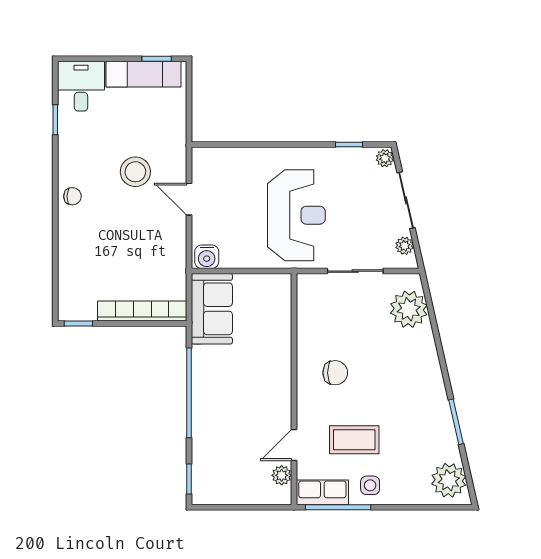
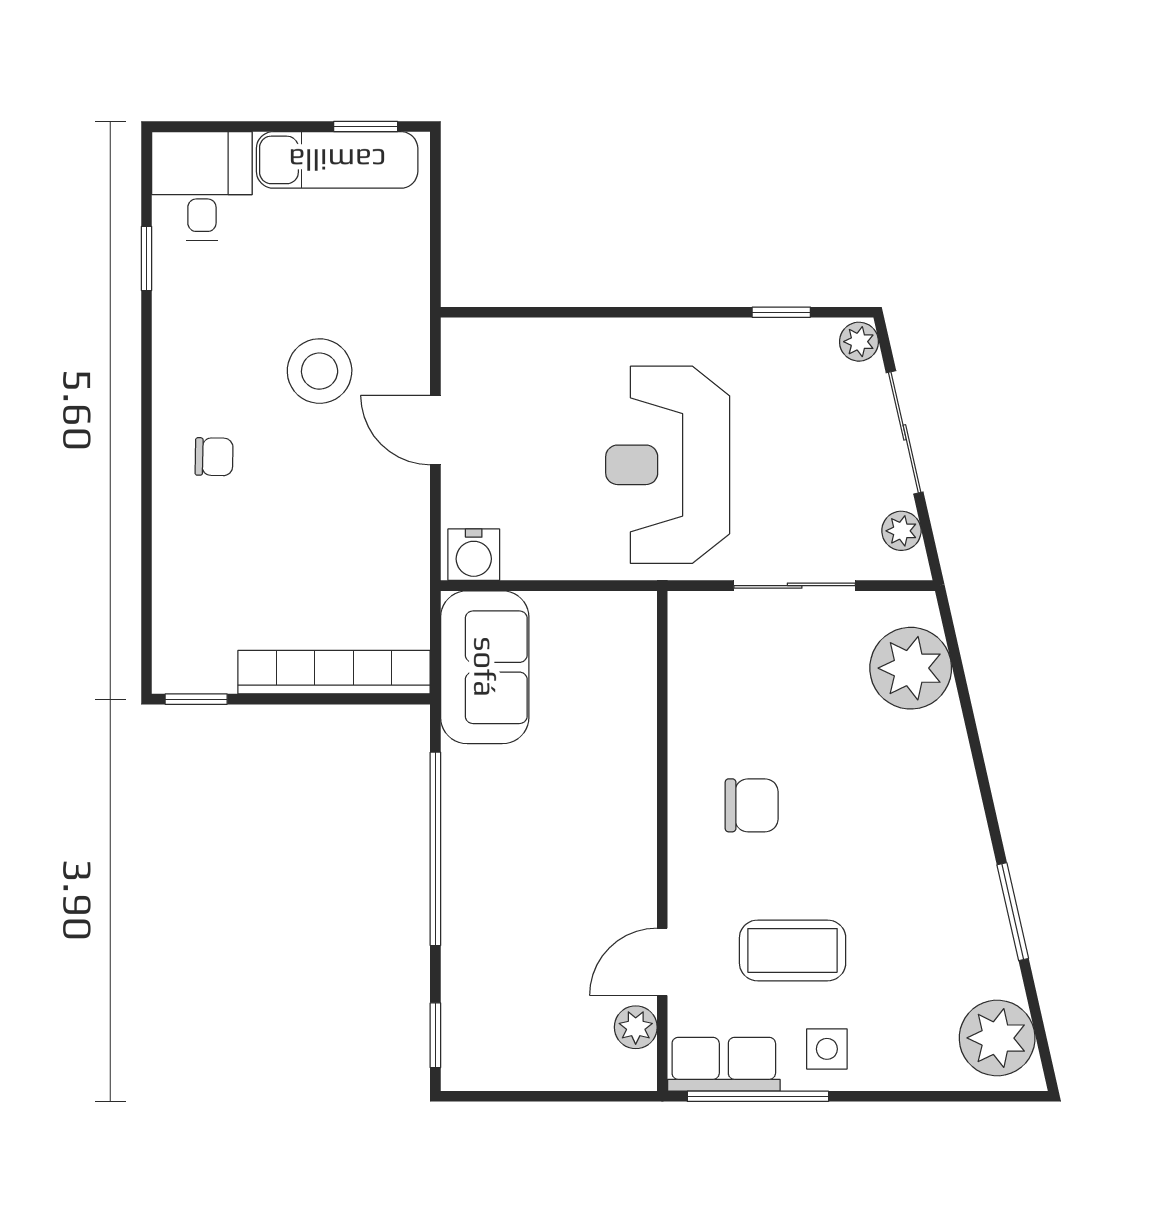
chair: (72, 196) -> (214, 457), moved
reception desk: (296, 215) -> (668, 465), turned 180

